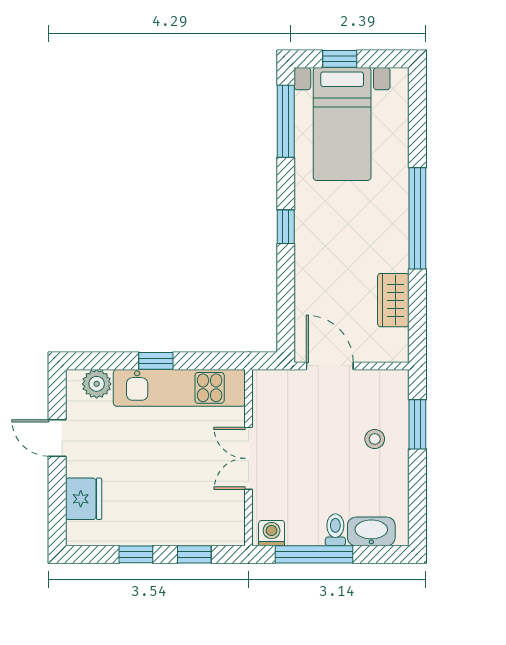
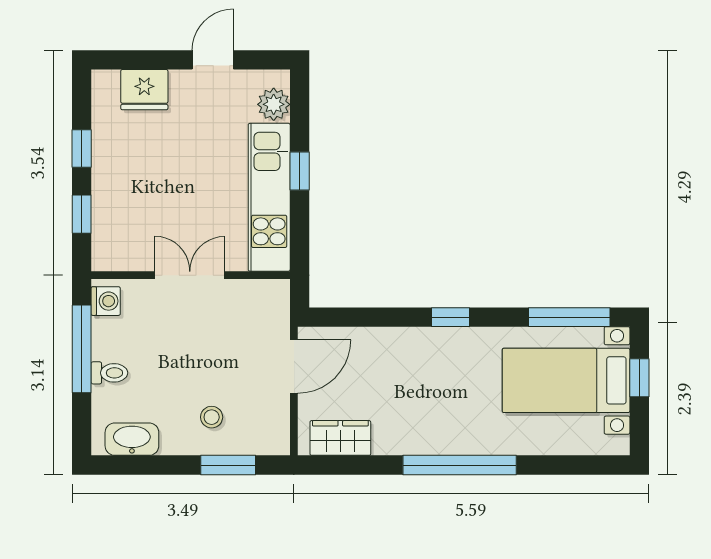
wardrobe: (393, 300) -> (340, 438), moved
washbasin: (371, 531) -> (132, 439), moved, turned -90

